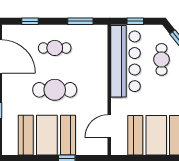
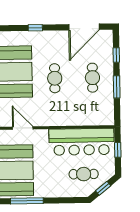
window: (80, 21) -> (117, 87), moved
cafe table: (55, 90) -> (55, 78), width x0.73, depth x0.74

